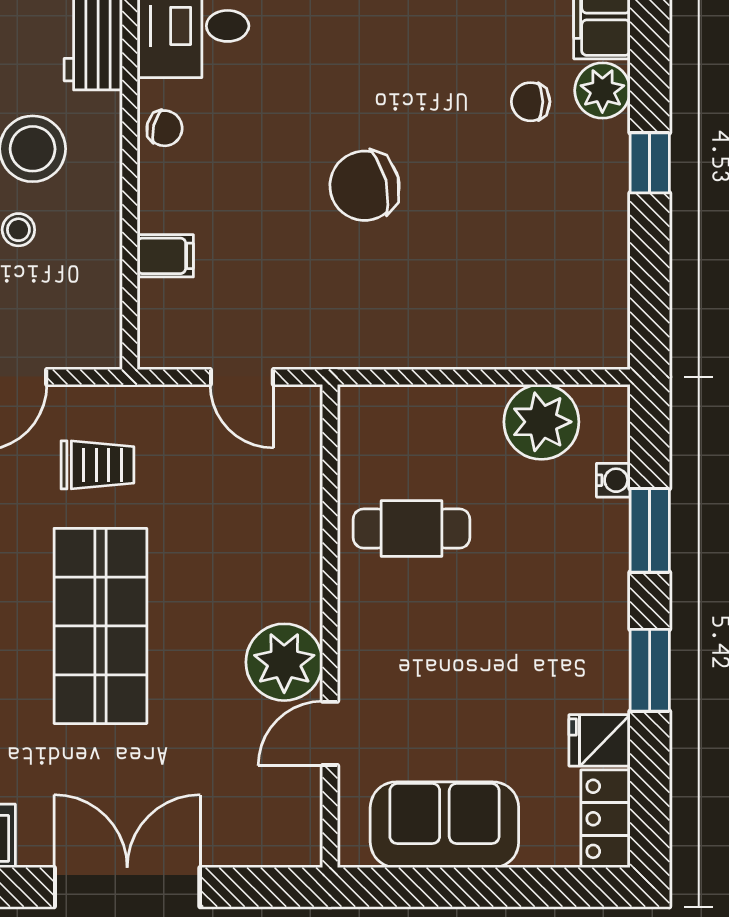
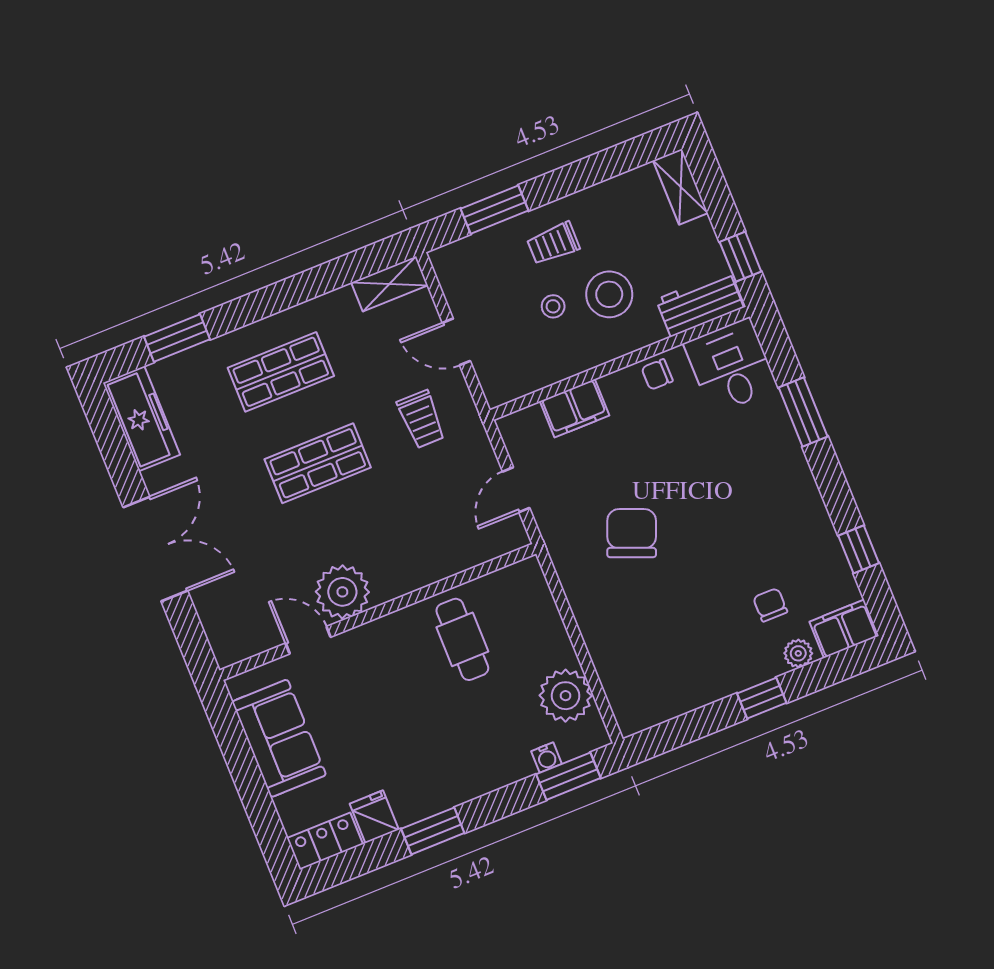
plant: (602, 90) -> (798, 653), width x0.73, depth x0.73
chair: (165, 128) -> (657, 374), turned 76
chair: (365, 186) -> (632, 533), moved, turned 36
filing cabinet: (165, 256) -> (575, 408), width x2.00
window: (650, 530) -> (568, 776), moved
shop shelf: (100, 626) -> (318, 463), width x0.70, depth x0.74

